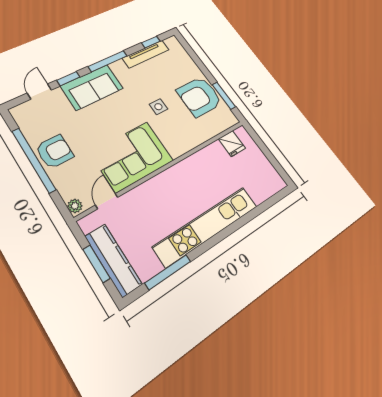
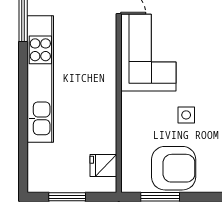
armchair: (199, 97) -> (174, 168), turned 90
window: (270, 156) -> (67, 197), added

